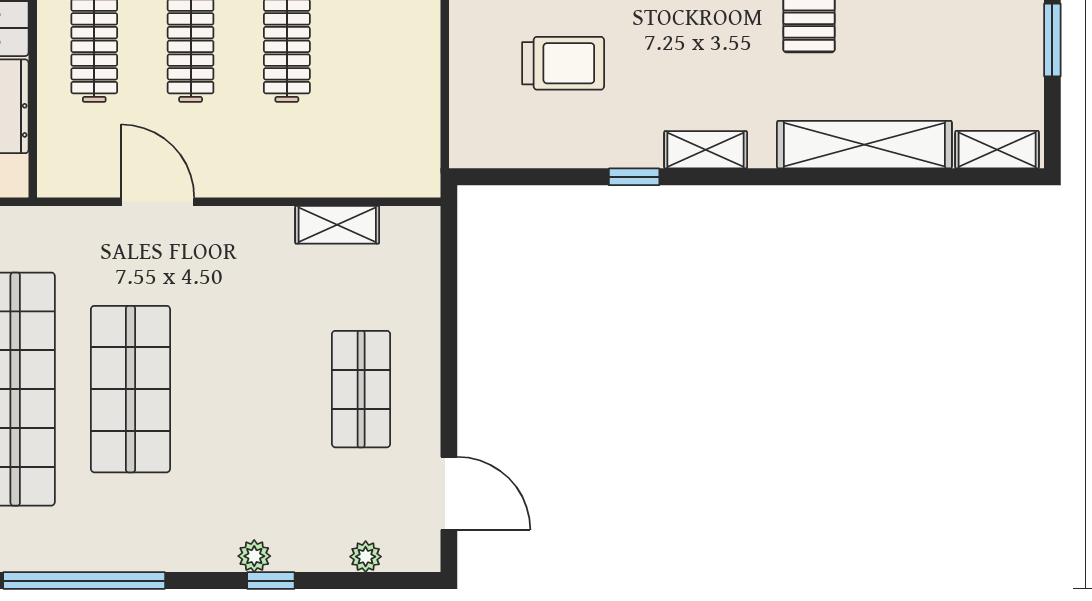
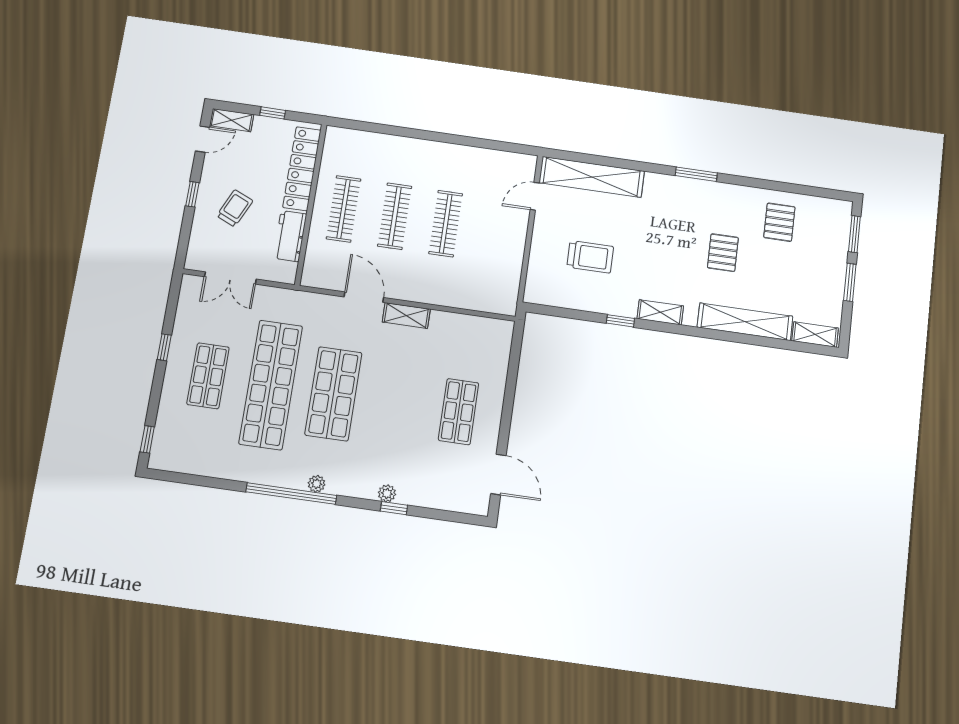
shelving: (337, 225) -> (406, 316), moved
plant: (366, 557) -> (317, 484), moved

